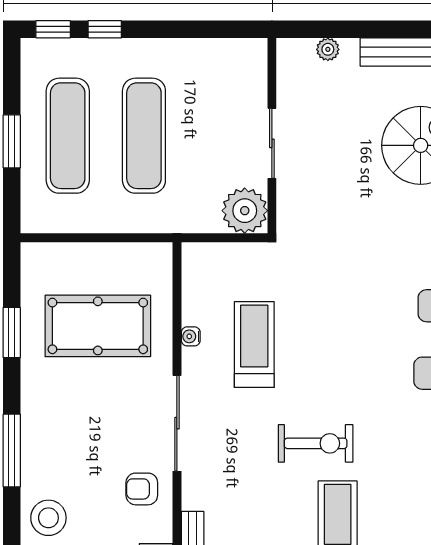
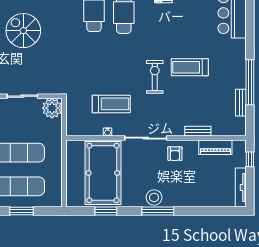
pool table: (98, 326) -> (103, 173), width x1.36, depth x1.32
treadmill: (254, 345) -> (111, 104), turned 180
stool: (48, 518) -> (154, 197), moved

